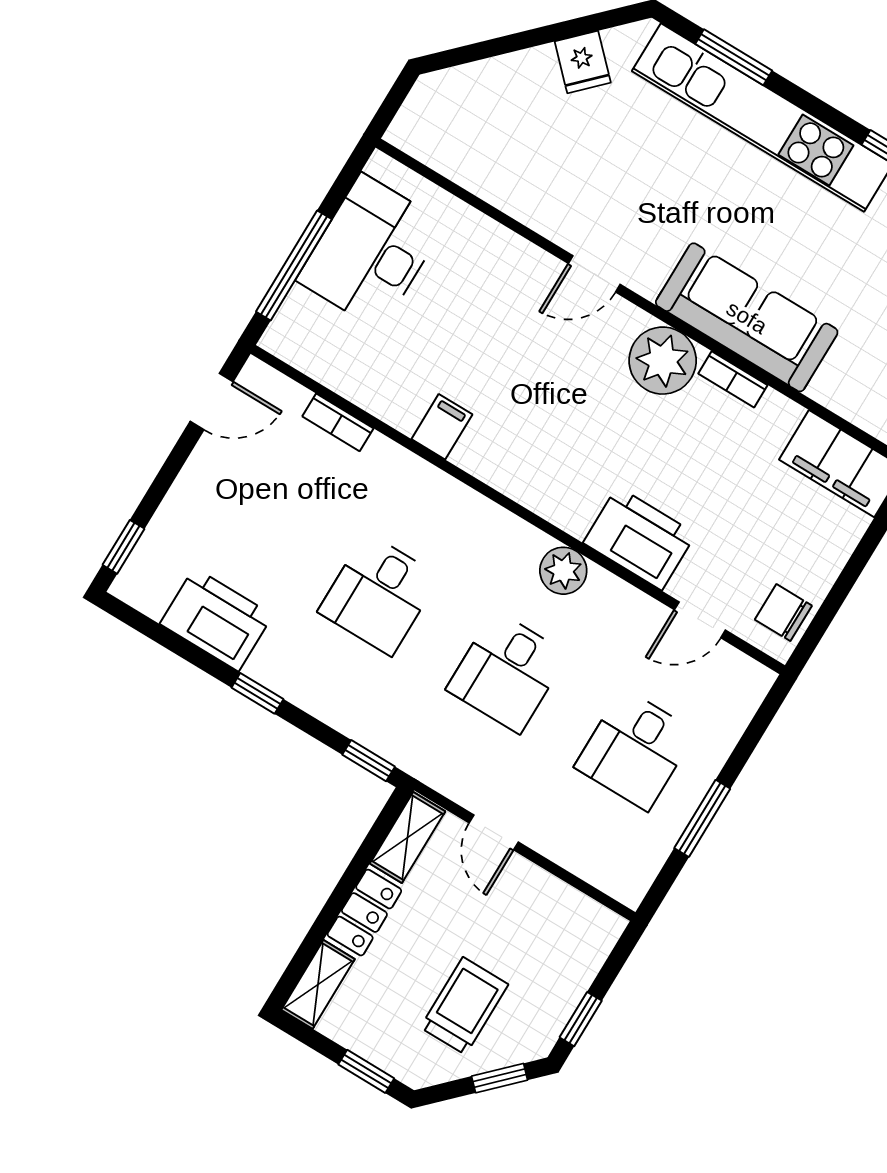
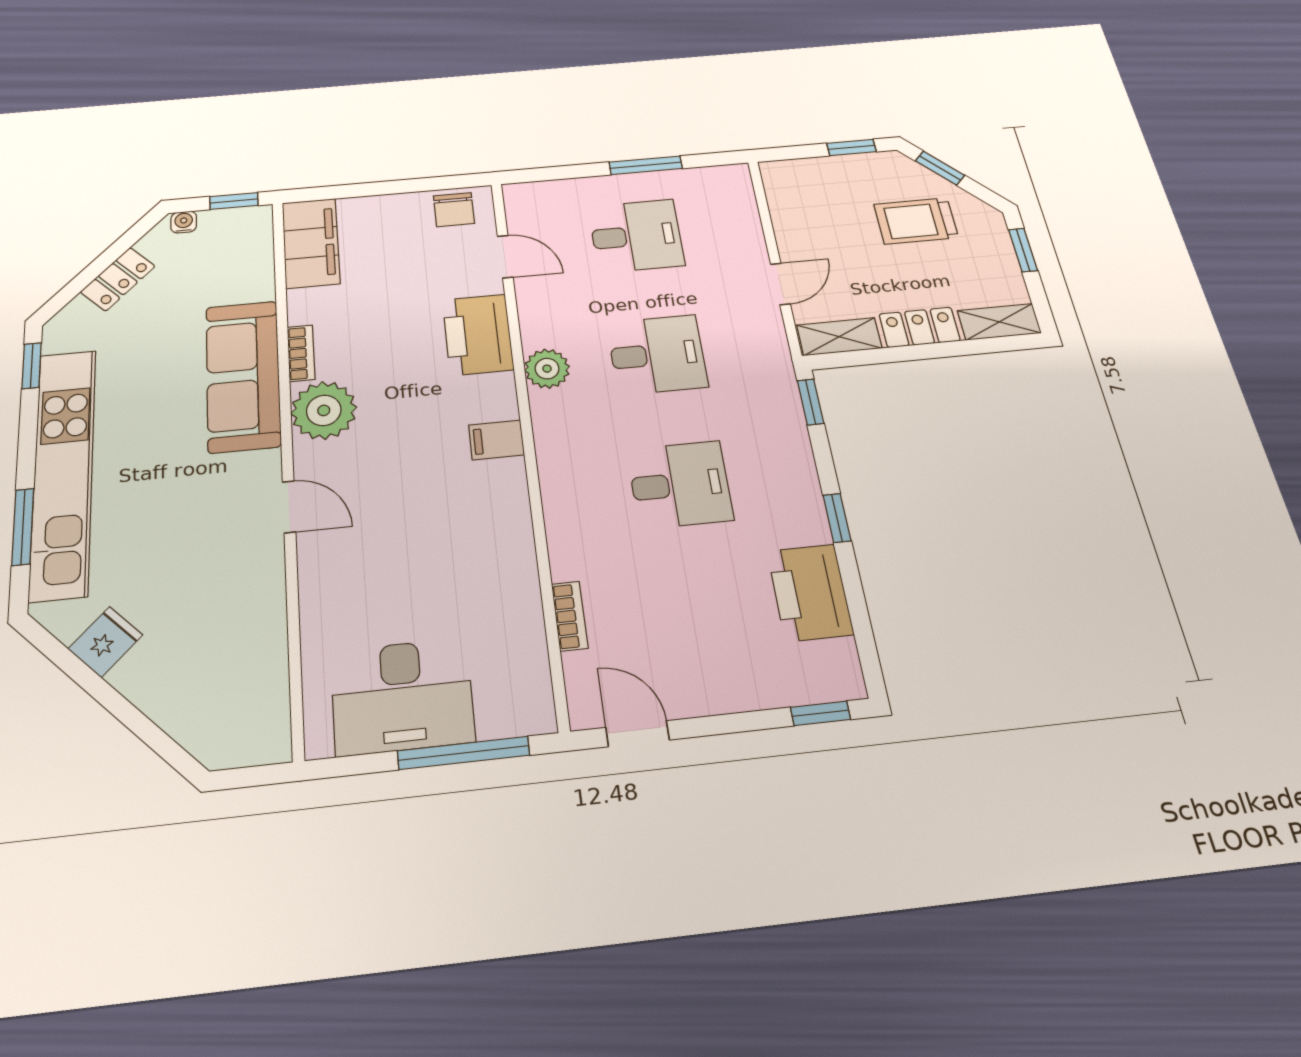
filing cabinet: (442, 427) -> (496, 440), moved

